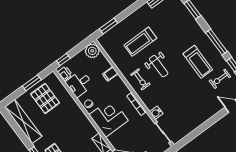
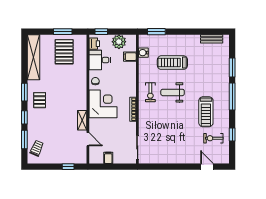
window: (216, 42) -> (232, 96), moved
plant: (92, 51) -> (119, 42), moved
weight bench: (159, 66) -> (173, 92), turned 90
filing cabinet: (110, 74) -> (130, 57), moved
water cooler: (156, 113) -> (143, 53), moved

